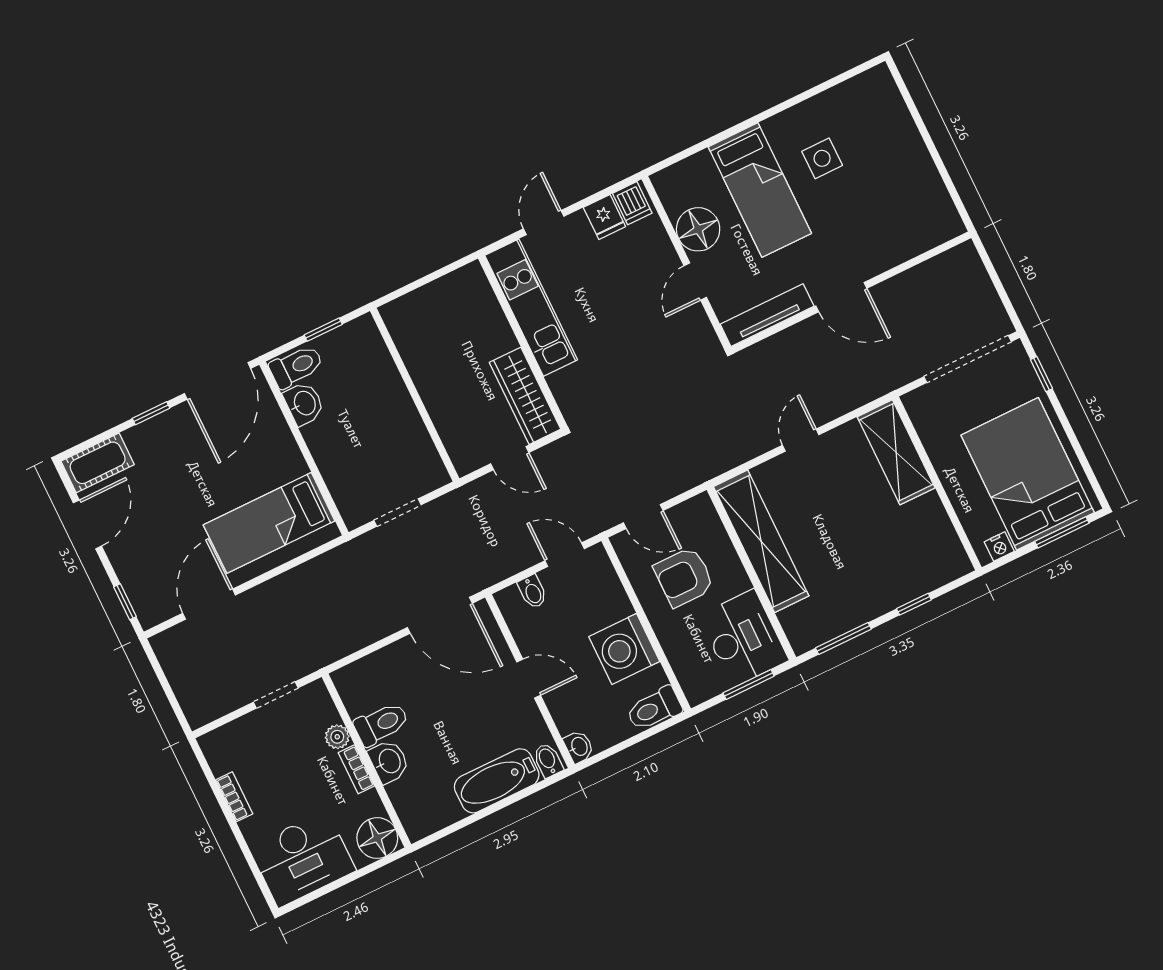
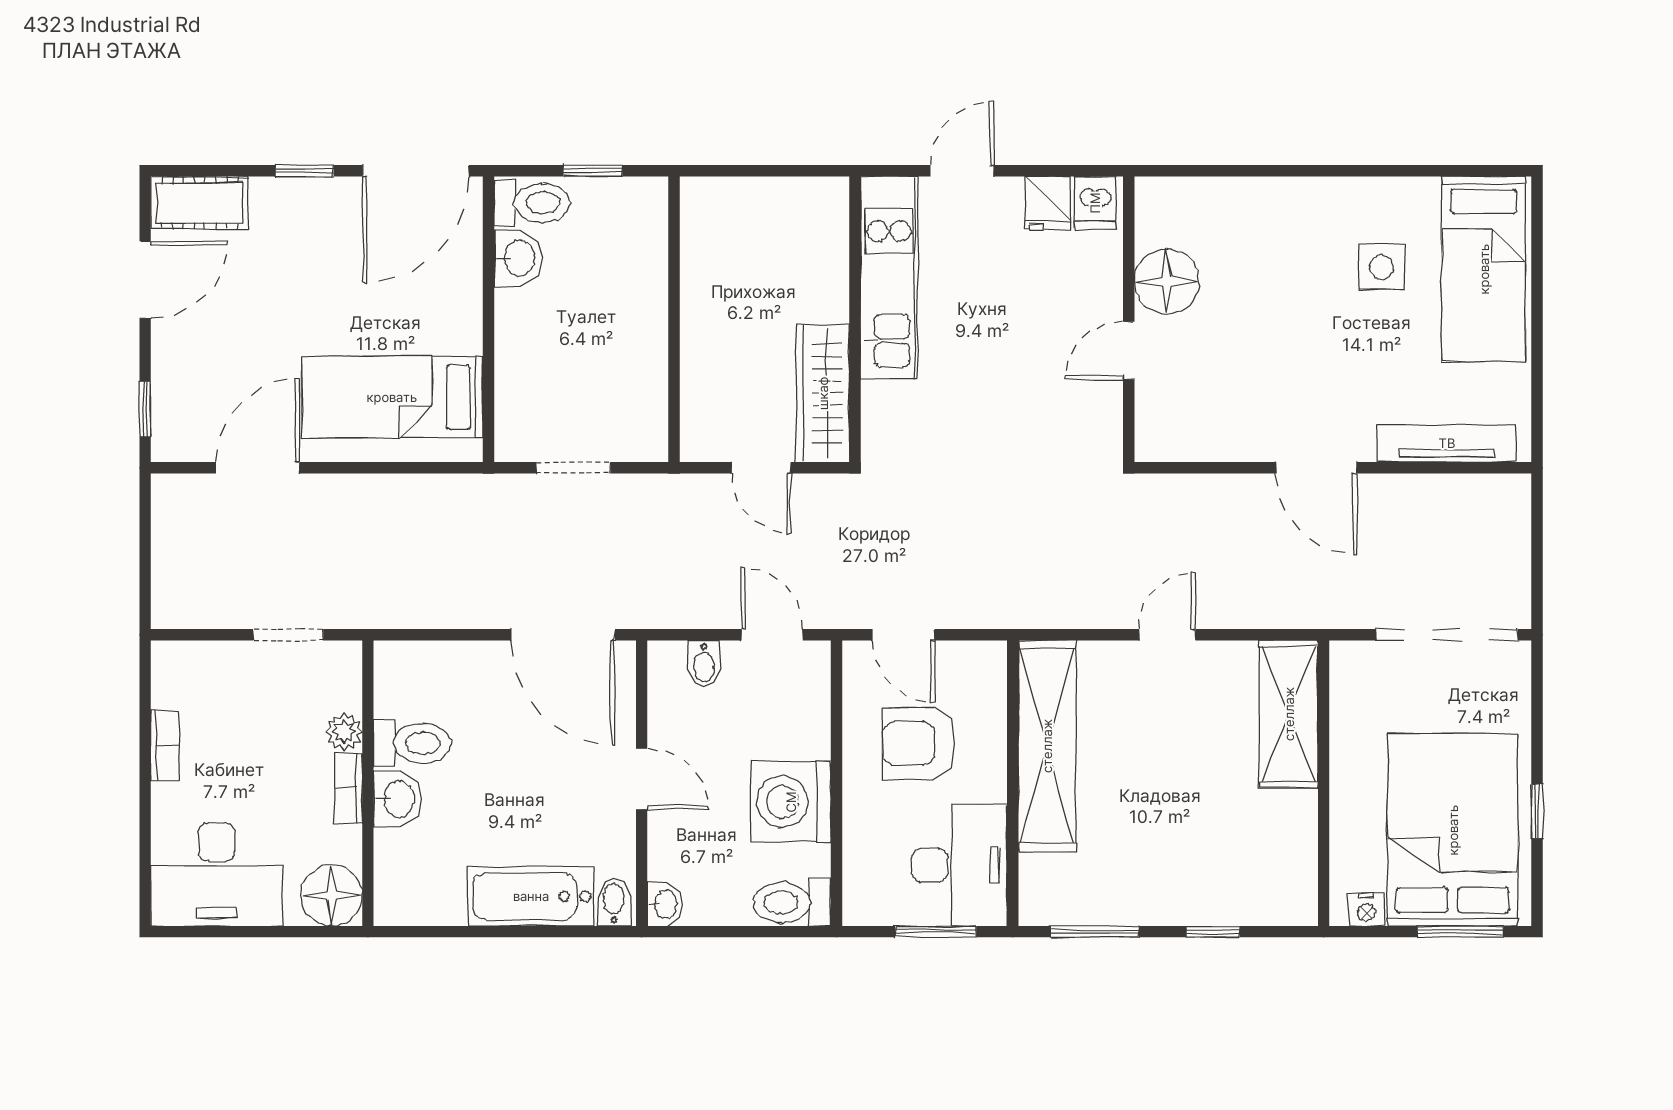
bed: (760, 190) -> (1484, 269), moved
tv unit: (767, 315) -> (1447, 443), moved
window: (1041, 374) -> (1537, 811), moved

